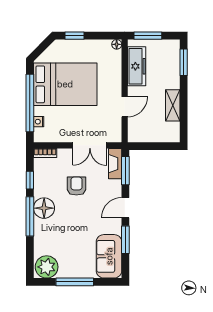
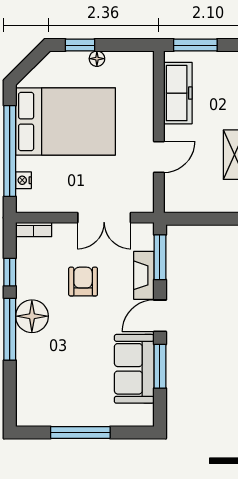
floor lamp: (117, 44) -> (97, 59), moved
fireplace: (115, 164) -> (144, 275), moved
sofa: (109, 256) -> (134, 369), moved
plant: (47, 267) -> (36, 409), removed

